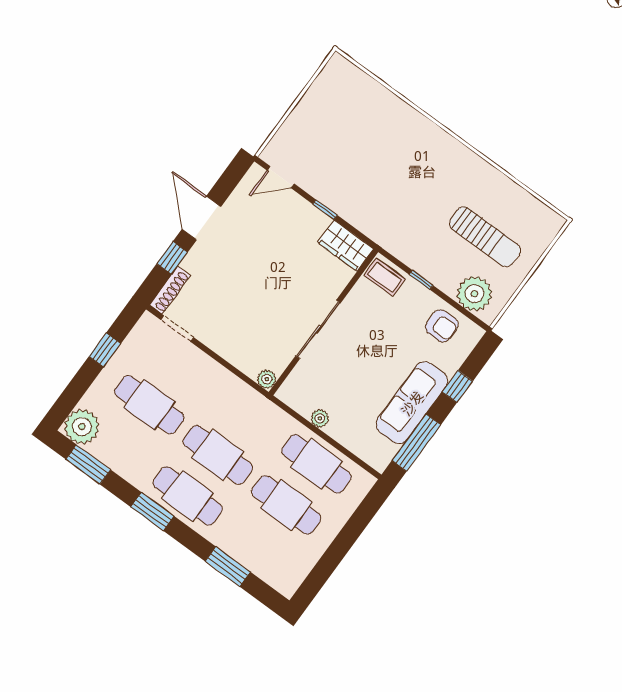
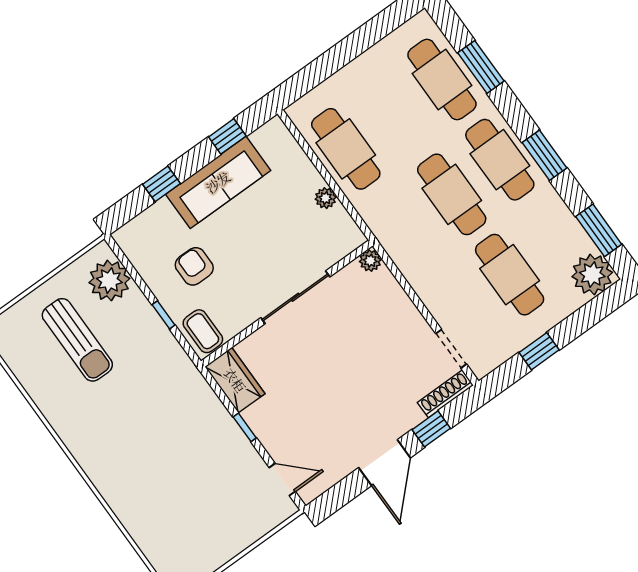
sun lounger: (485, 237) -> (77, 340), turned 180
armchair: (442, 326) -> (194, 266), moved
window: (416, 443) -> (227, 136), width x0.46
cafe table: (286, 505) -> (442, 79), moved

